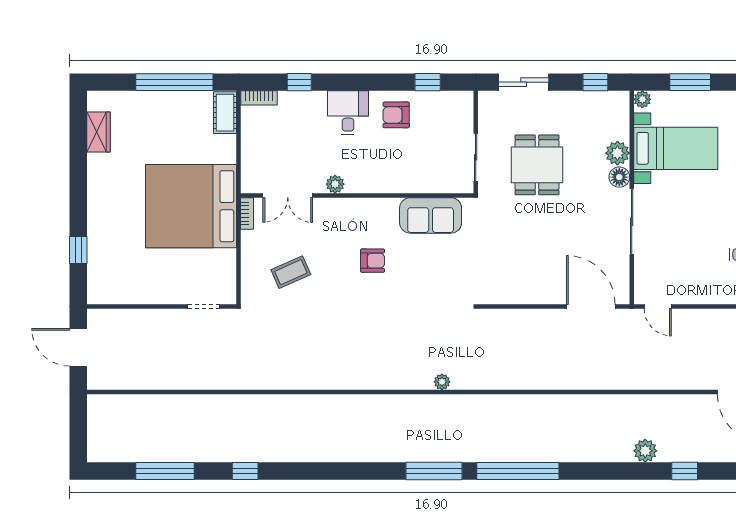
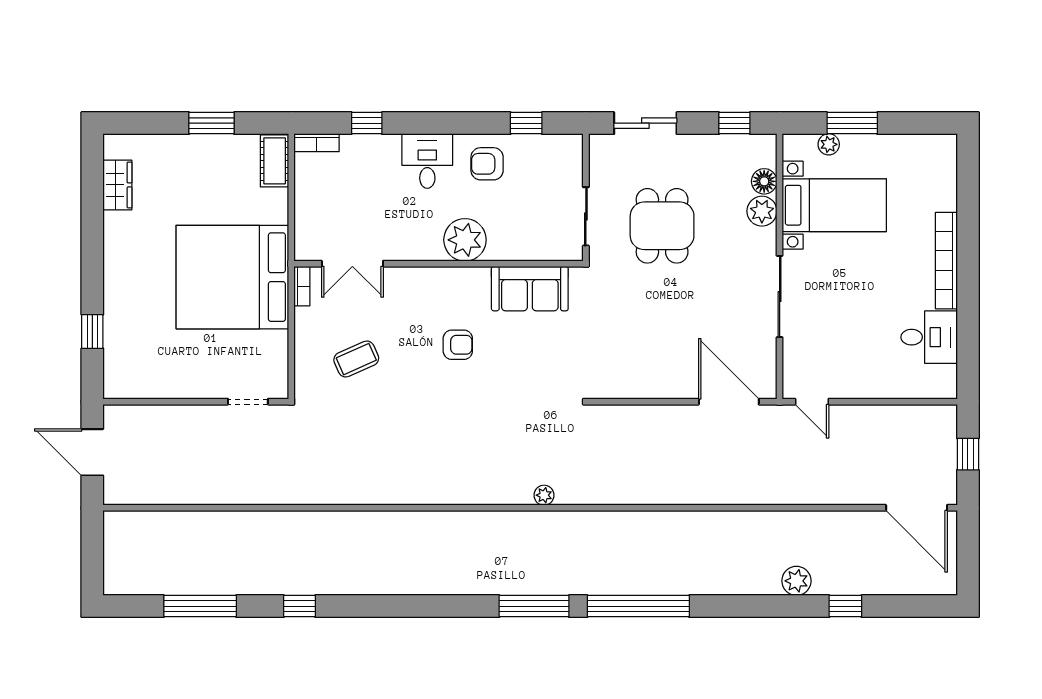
window: (174, 82) -> (212, 123), width x0.47
plant: (642, 99) -> (829, 144), moved
floor lamp: (619, 177) -> (764, 181), moved
plant: (335, 184) -> (465, 240), moved, width x1.88, depth x1.88

